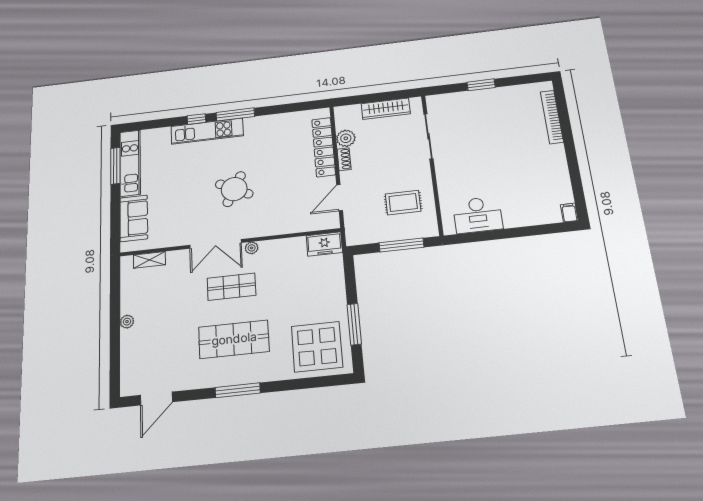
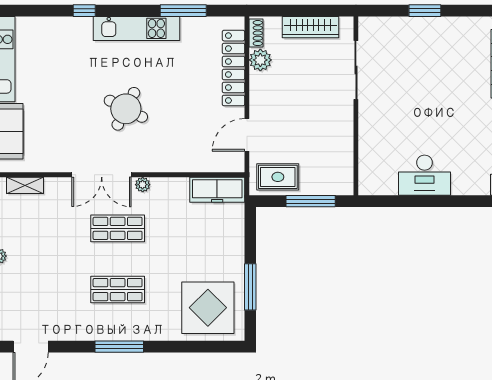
window: (235, 114) -> (183, 11), moved
kitchen unit: (207, 131) -> (136, 28), moved
shoe rack: (344, 159) -> (256, 33), moved
rug: (403, 203) -> (278, 177), moved
desk: (478, 215) -> (425, 175), moved
freezer: (324, 244) -> (217, 190), width x1.40
shop shelf: (234, 339) -> (118, 290), width x0.70, depth x0.74

